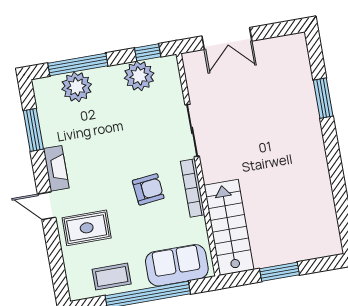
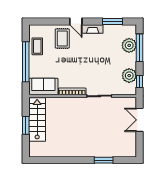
armchair: (148, 189) -> (75, 71), removed
door: (47, 206) -> (76, 22), swing flipped
stairs: (229, 227) -> (37, 119), moved, turned -90
sofa: (177, 265) -> (43, 87), moved, turned -90

